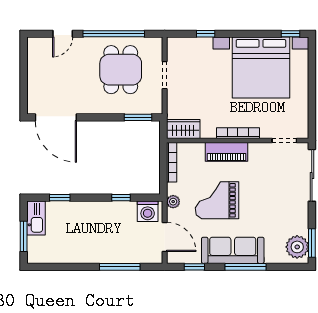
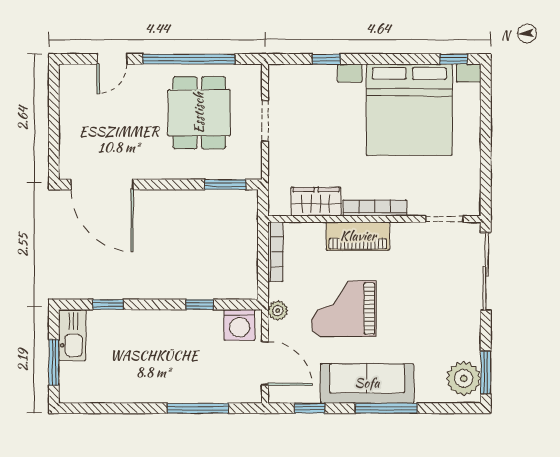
wardrobe: (183, 129) -> (316, 202), moved

